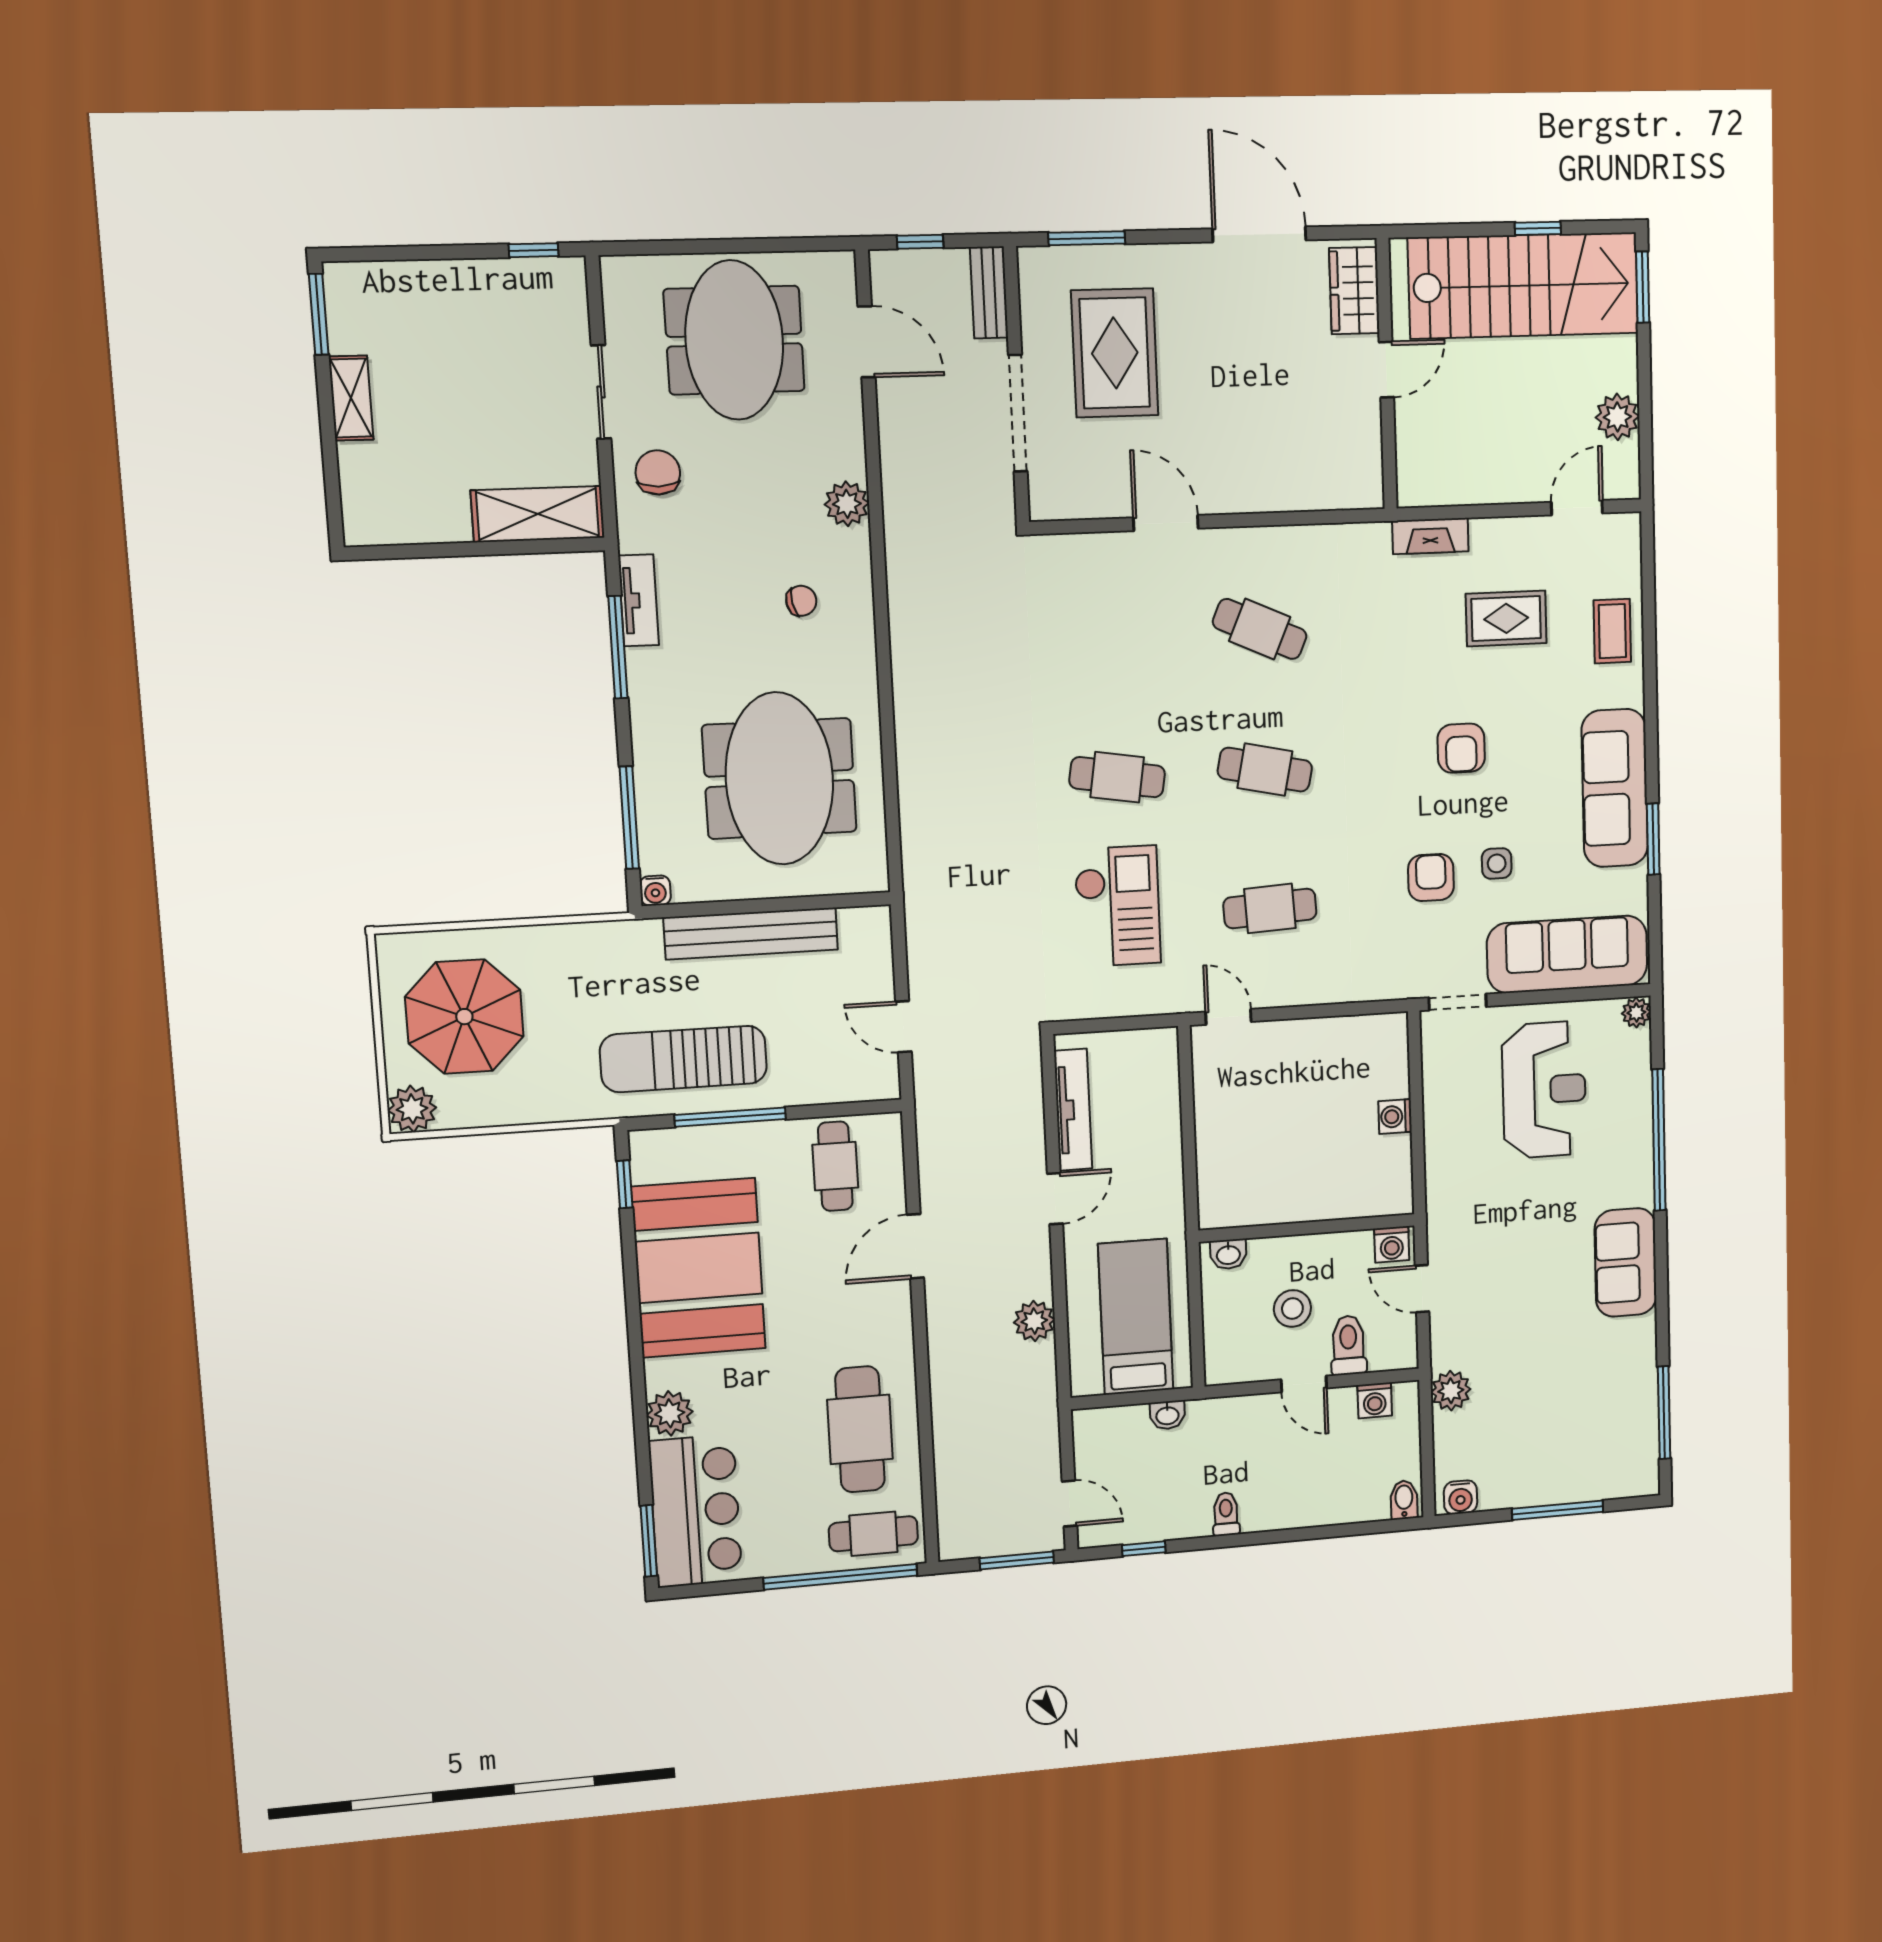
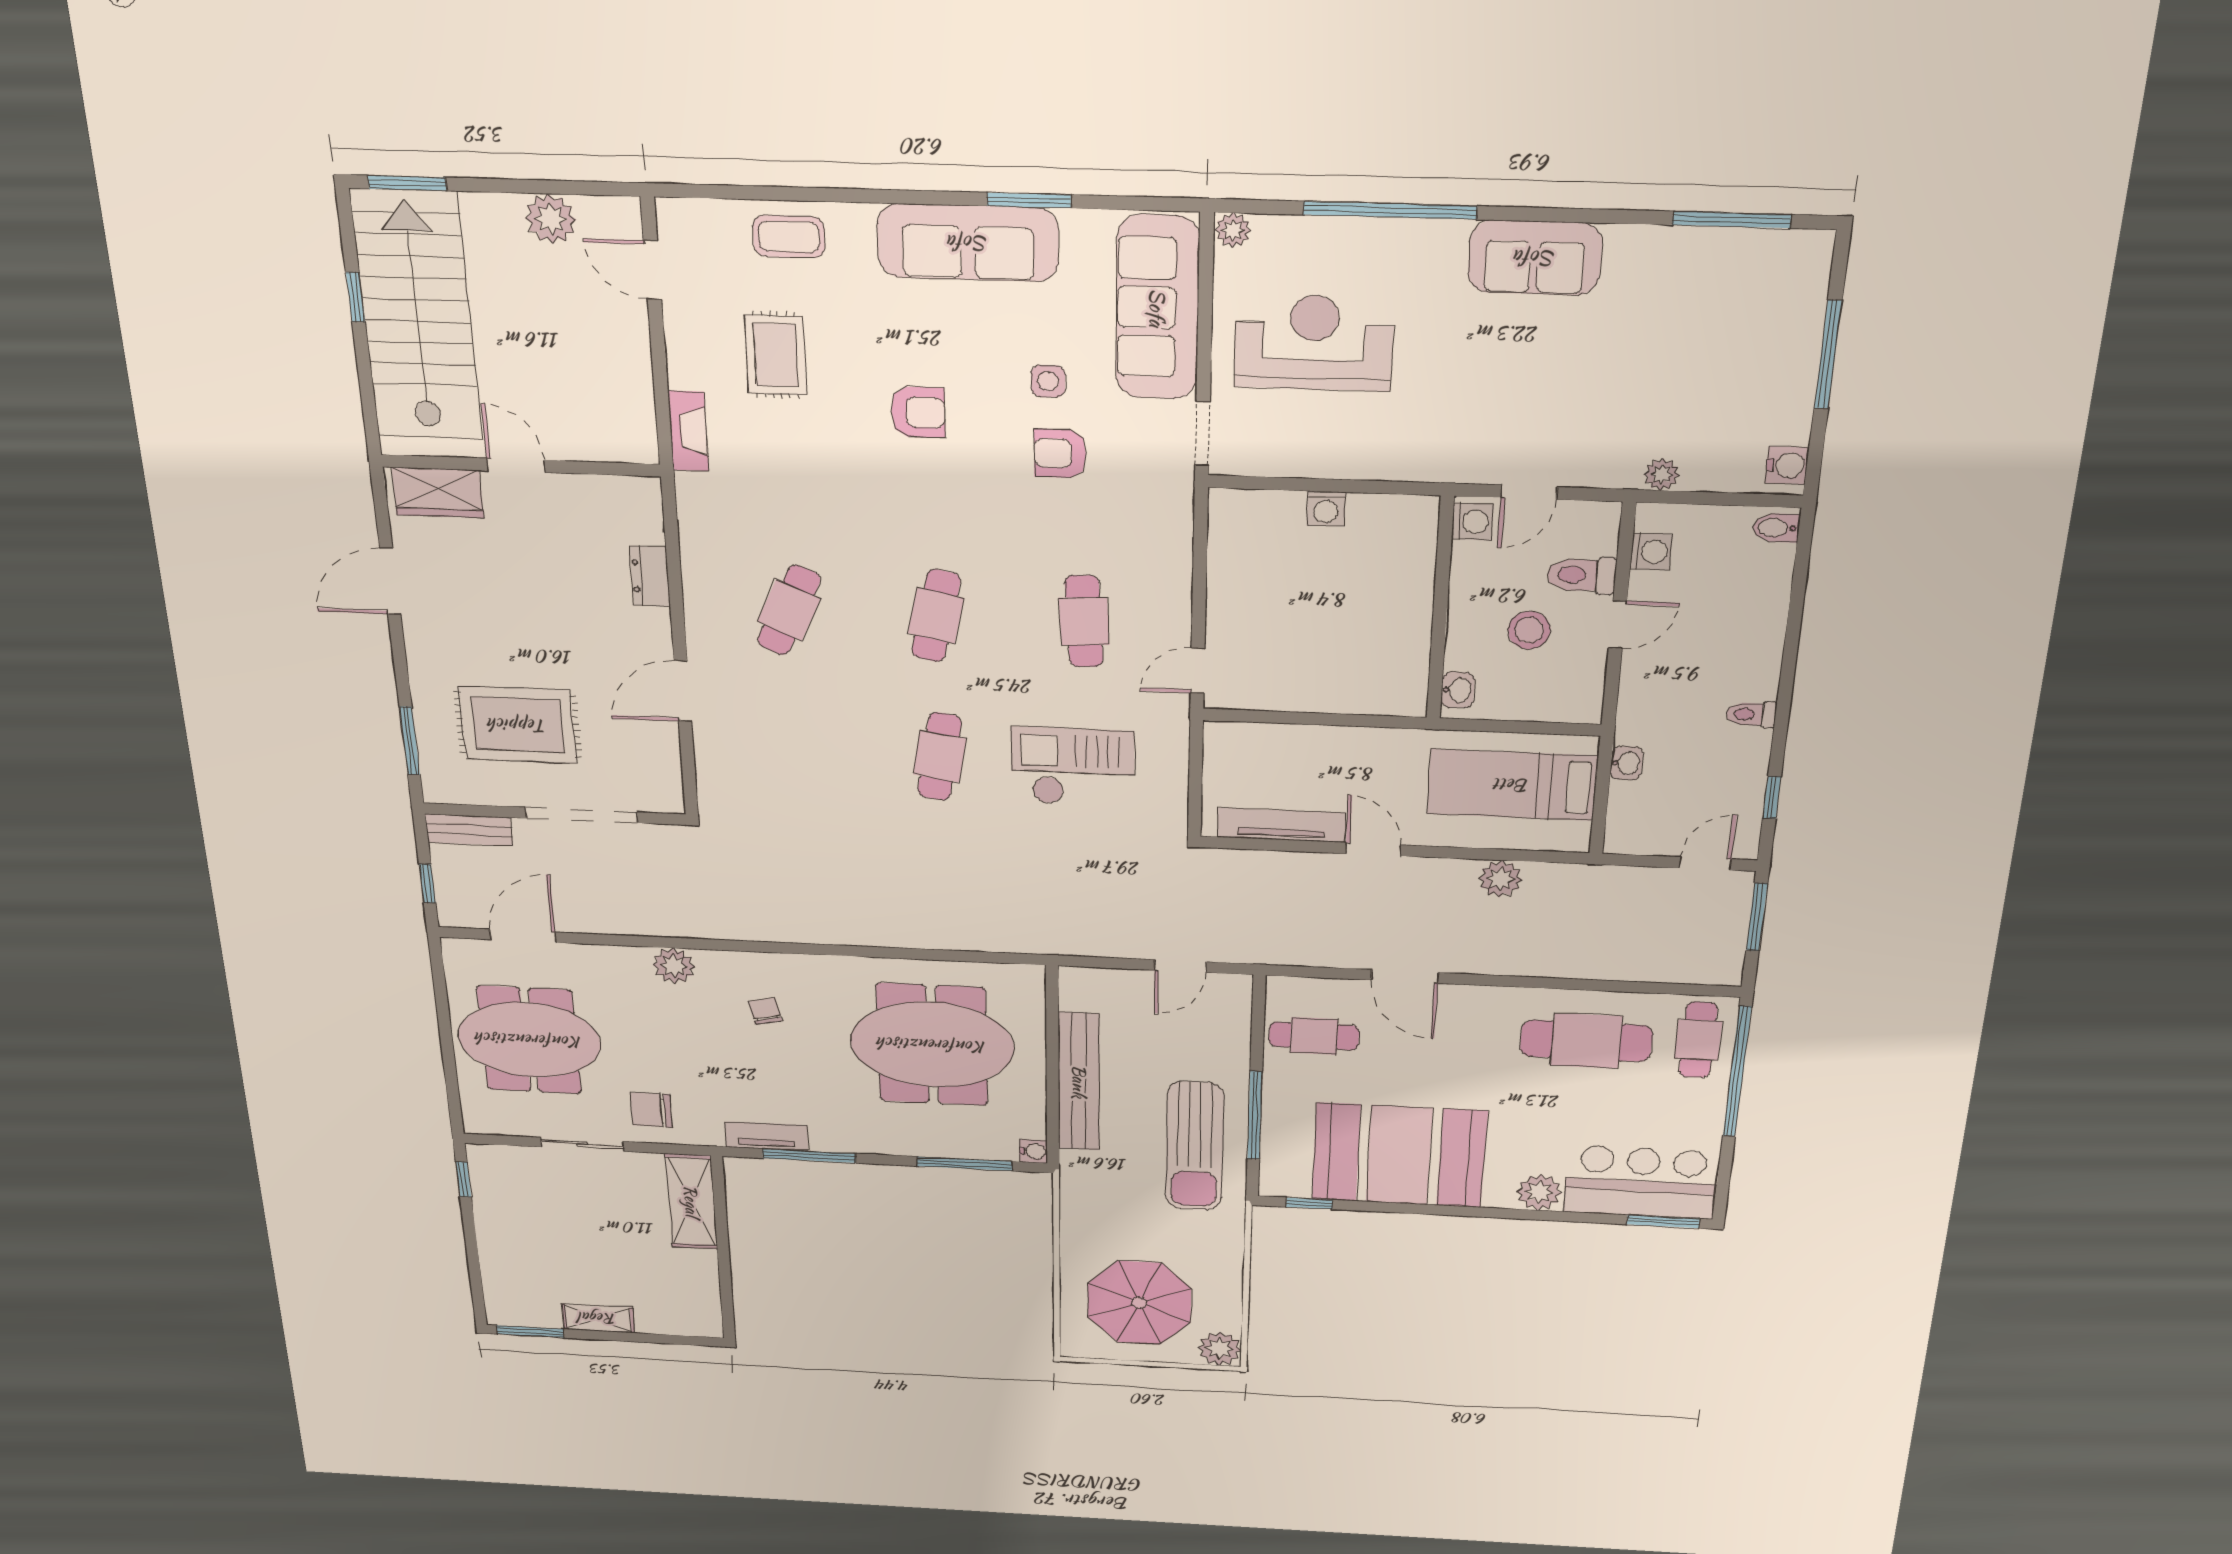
door: (1259, 234) -> (390, 582), width x0.73
dresser: (1284, 495) -> (650, 576), added
plant: (1451, 1391) -> (1662, 475), width x0.73, depth x0.73

